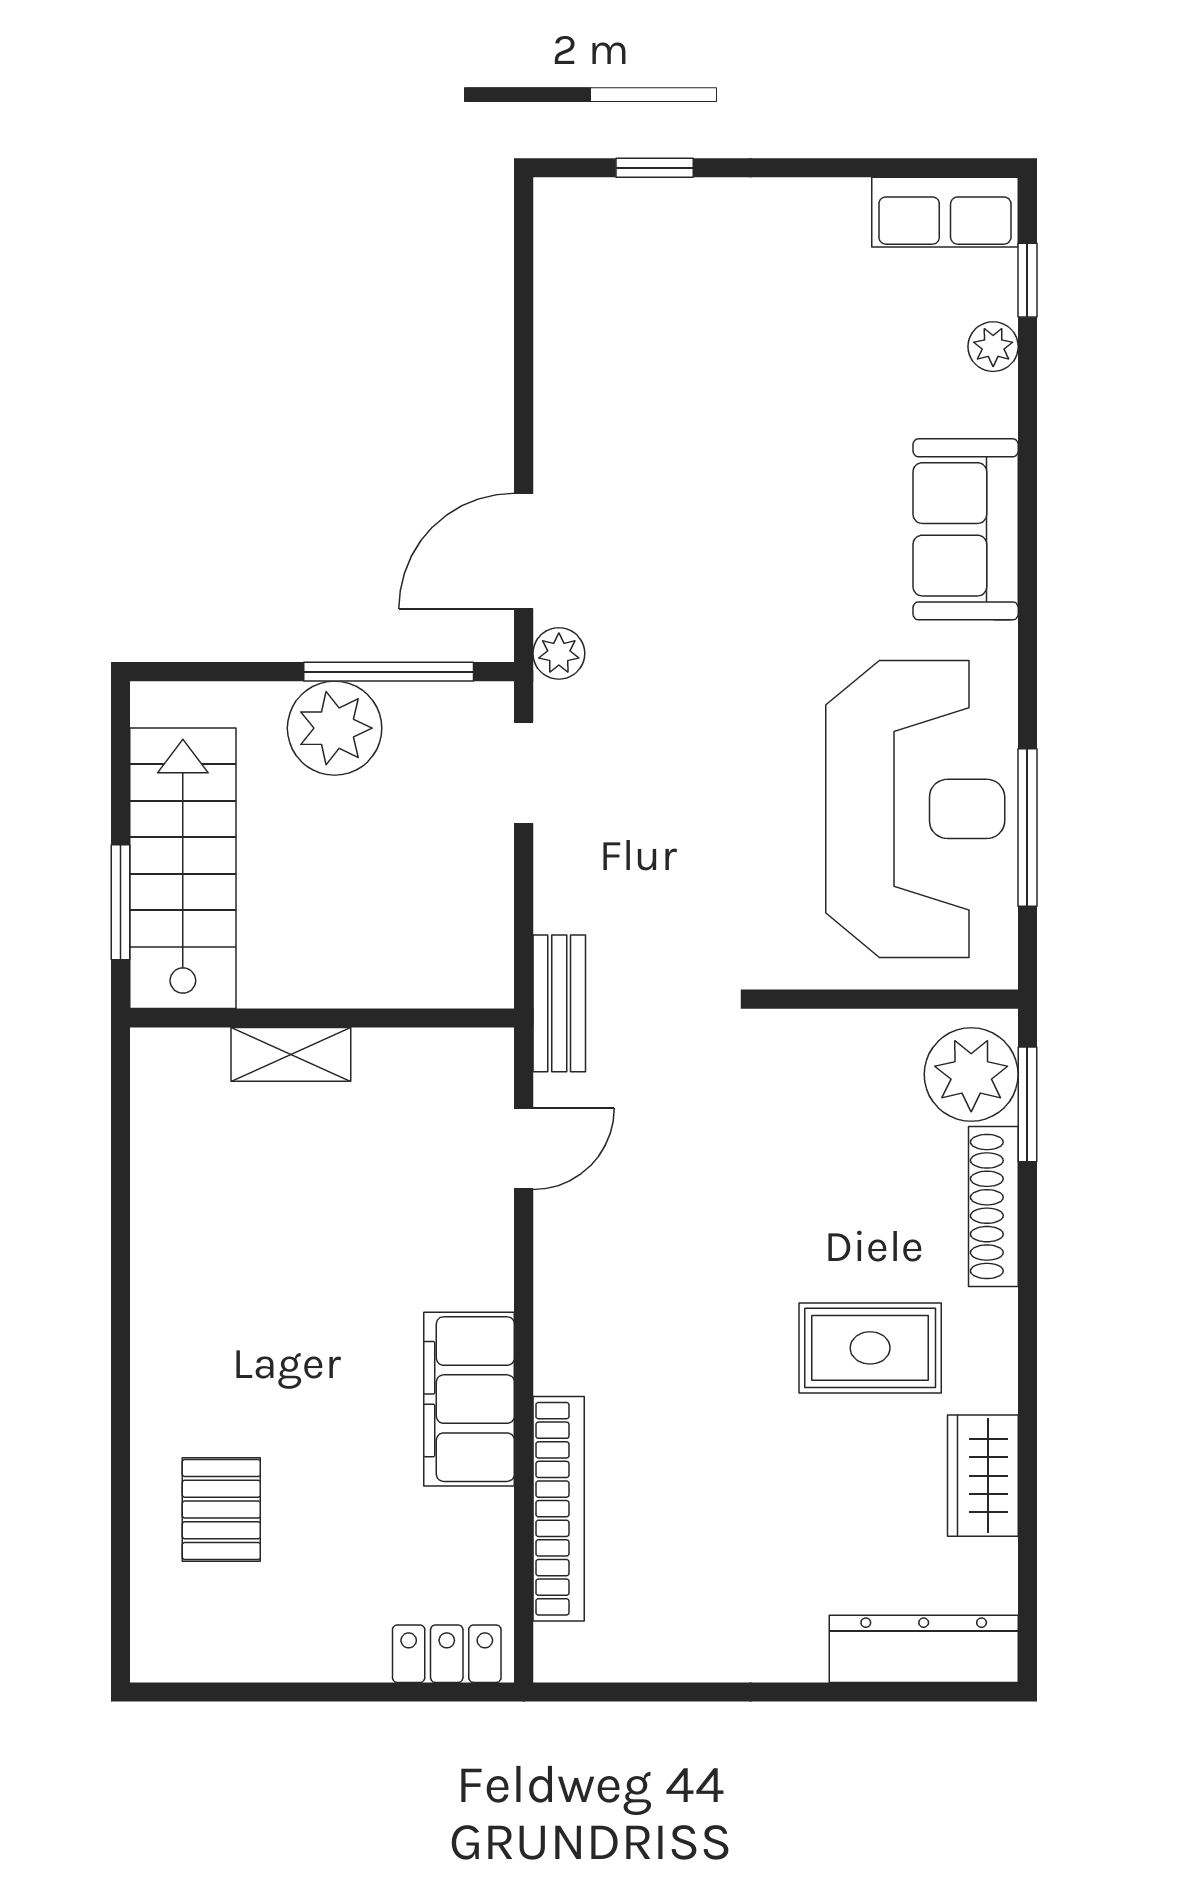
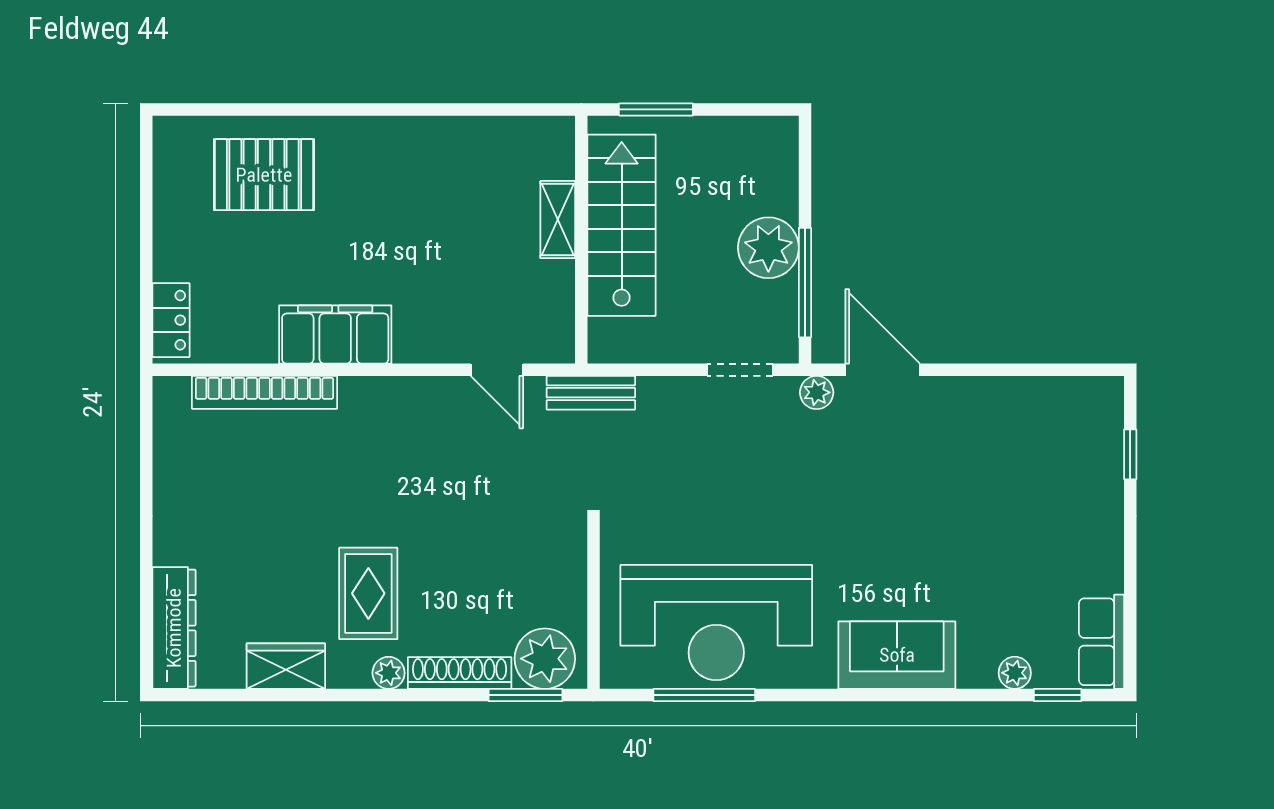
stairs: (183, 868) -> (622, 225), moved, turned -90
plant: (993, 1317) -> (389, 673), added
pallet: (221, 1509) -> (264, 175), width x1.50, depth x1.42

